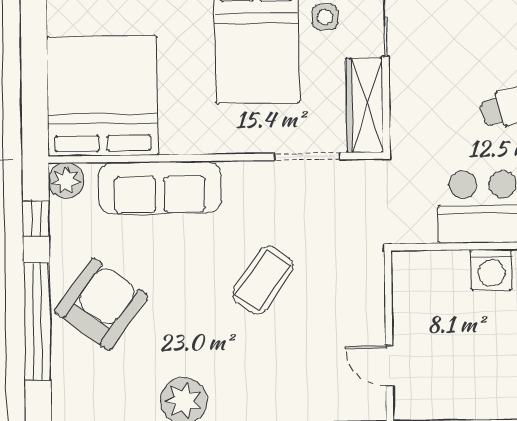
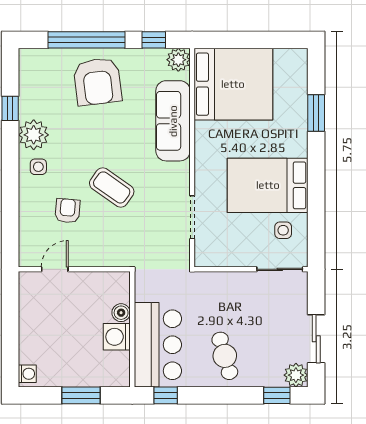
wardrobe: (365, 105) -> (225, 255), removed
boiler: (454, 263) -> (121, 313), added
armchair: (101, 304) -> (97, 82), turned 47
armchair: (299, 347) -> (67, 211), added
side table: (233, 393) -> (38, 167), added

